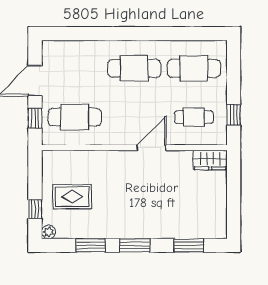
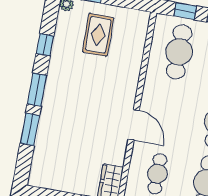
window: (91, 245) -> (45, 45), width x0.67
window: (189, 245) -> (30, 129), moved

